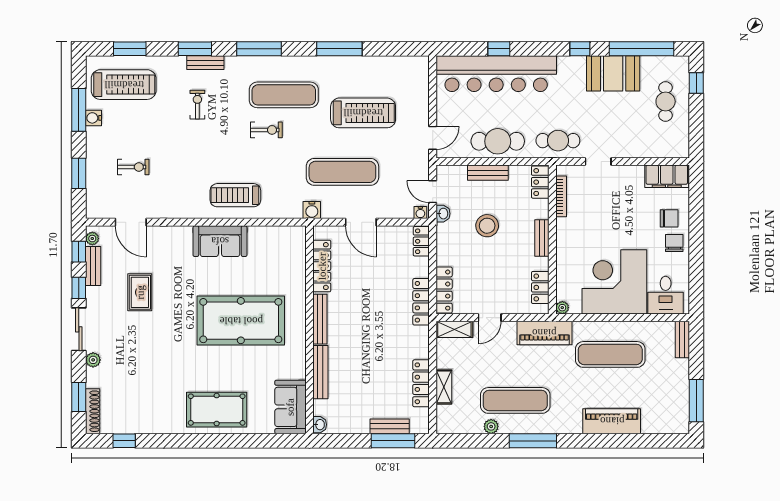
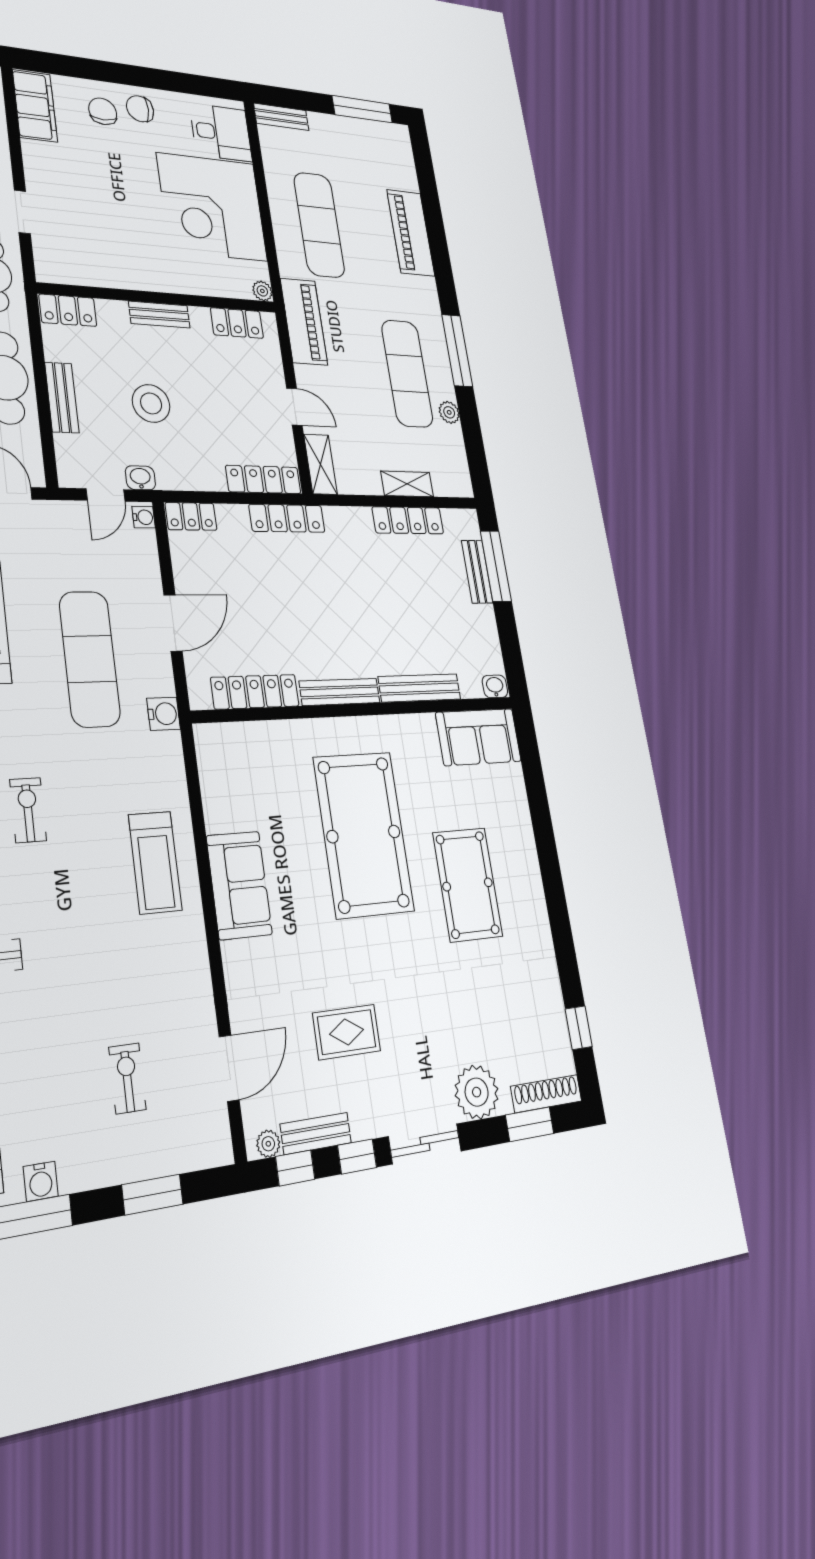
bookcase: (561, 196) -> (88, 278), removed
plant: (93, 360) -> (477, 1092), width x1.88, depth x1.88
pool table: (217, 410) -> (468, 884), moved

